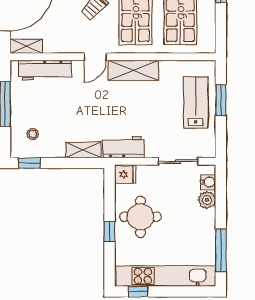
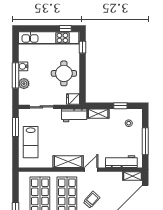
window: (221, 100) -> (16, 127), moved
window: (29, 163) -> (120, 106), moved
water cooler: (208, 182) -> (23, 66), moved
window: (110, 231) -> (82, 47), moved
window: (221, 250) -> (16, 75), moved

